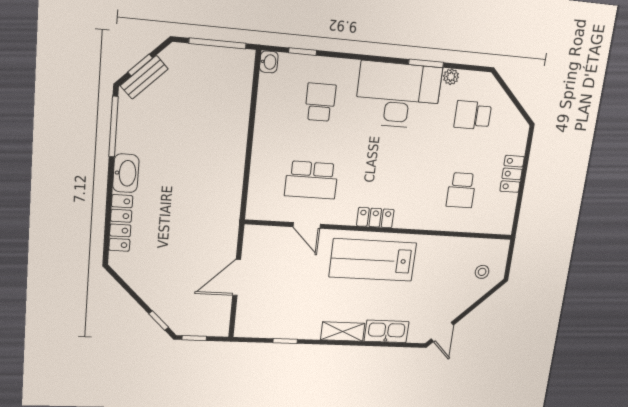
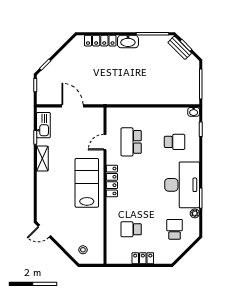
locker: (375, 218) -> (112, 181), width x1.53
kitchen sink: (386, 331) -> (43, 125), moved
shelving: (343, 332) -> (42, 159), moved

